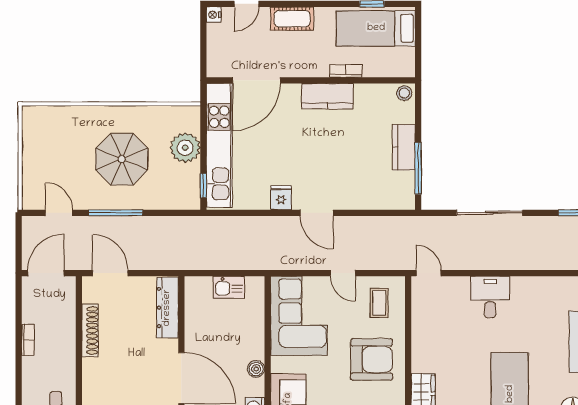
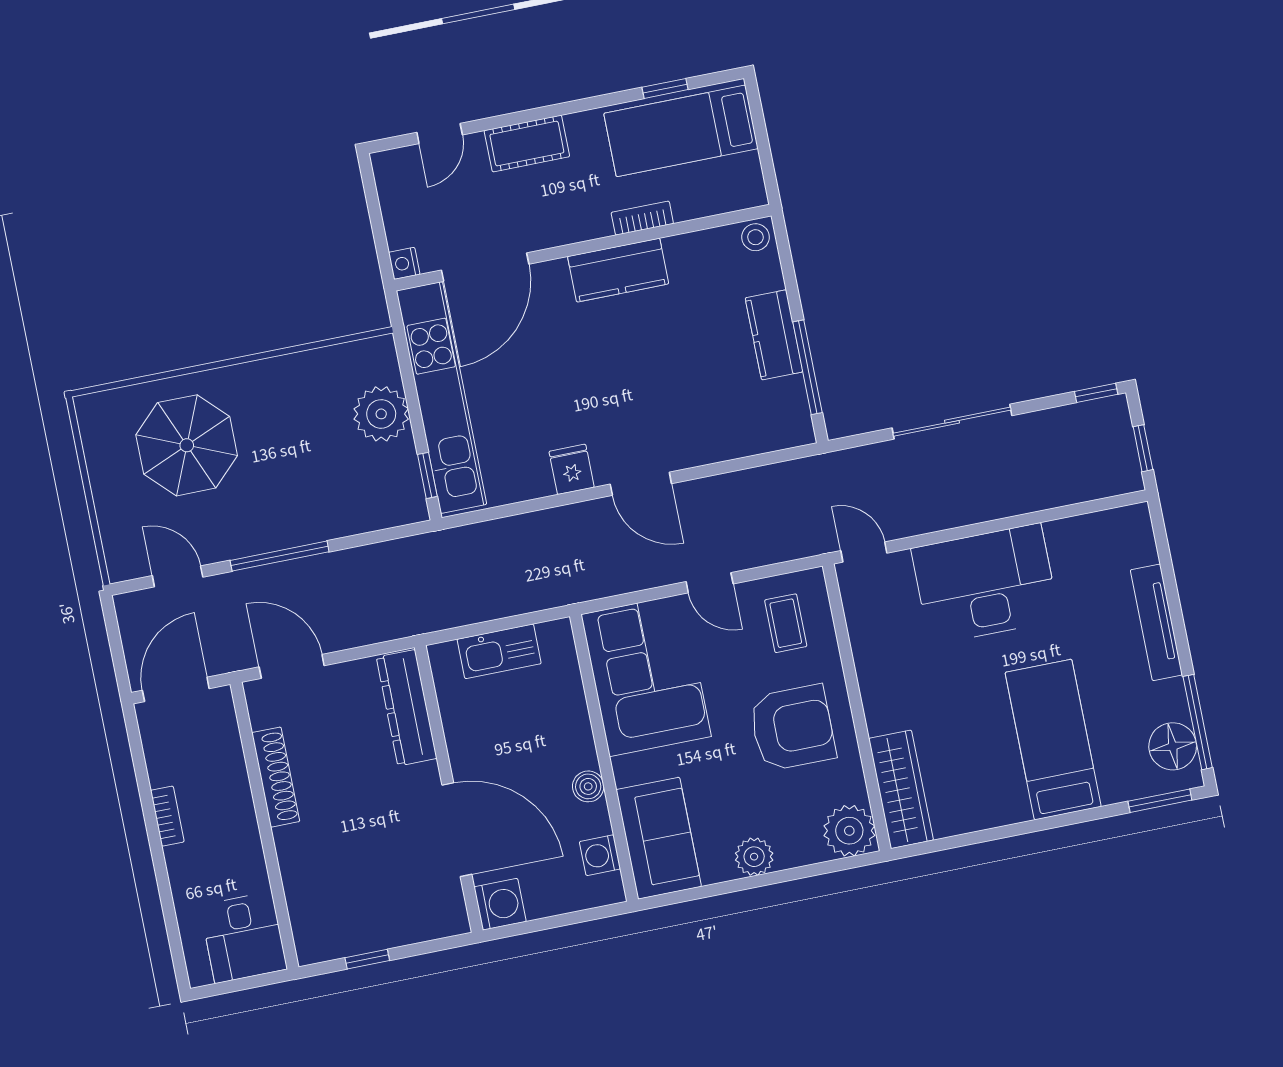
nightstand: (214, 15) -> (404, 263), moved
parasol: (122, 159) -> (187, 445), moved
kitchen sink: (229, 287) -> (499, 651), width x1.38
desk: (490, 297) -> (985, 584), width x1.87, depth x1.30

